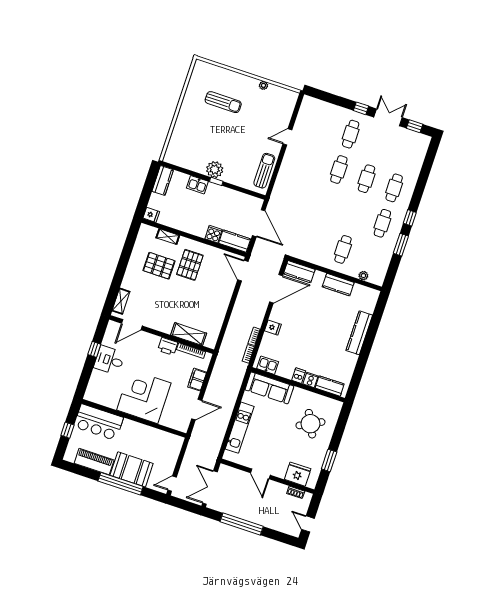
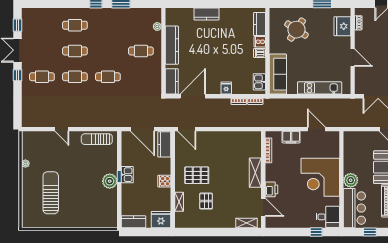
sun lounger: (223, 102) -> (51, 193), width x1.36, depth x1.34
kitchen sink: (197, 185) -> (127, 175), moved
fridge: (151, 215) -> (161, 220), width x1.88, depth x1.34
door: (259, 223) -> (142, 129), swing flipped
cafe table: (382, 223) -> (108, 77), moved
cooker: (213, 234) -> (164, 181), moved
pallet: (159, 266) -> (206, 201), width x0.67, depth x0.71
door: (243, 271) -> (187, 129), hinge flipped
kitchen counter: (338, 285) -> (172, 45), width x1.50
door: (276, 289) -> (193, 96), hinge flipped
kitchen counter: (359, 333) -> (206, 14), width x0.67
shelving: (189, 334) -> (255, 173), moved
printer: (168, 346) -> (271, 189), moved
window: (94, 349) -> (316, 232), moved
desk: (109, 360) -> (328, 217), moved, turned -90
round table: (310, 424) -> (296, 30), turned -30
plant: (130, 428) -> (351, 180), added
door: (260, 474) -> (353, 58), hinge flipped

